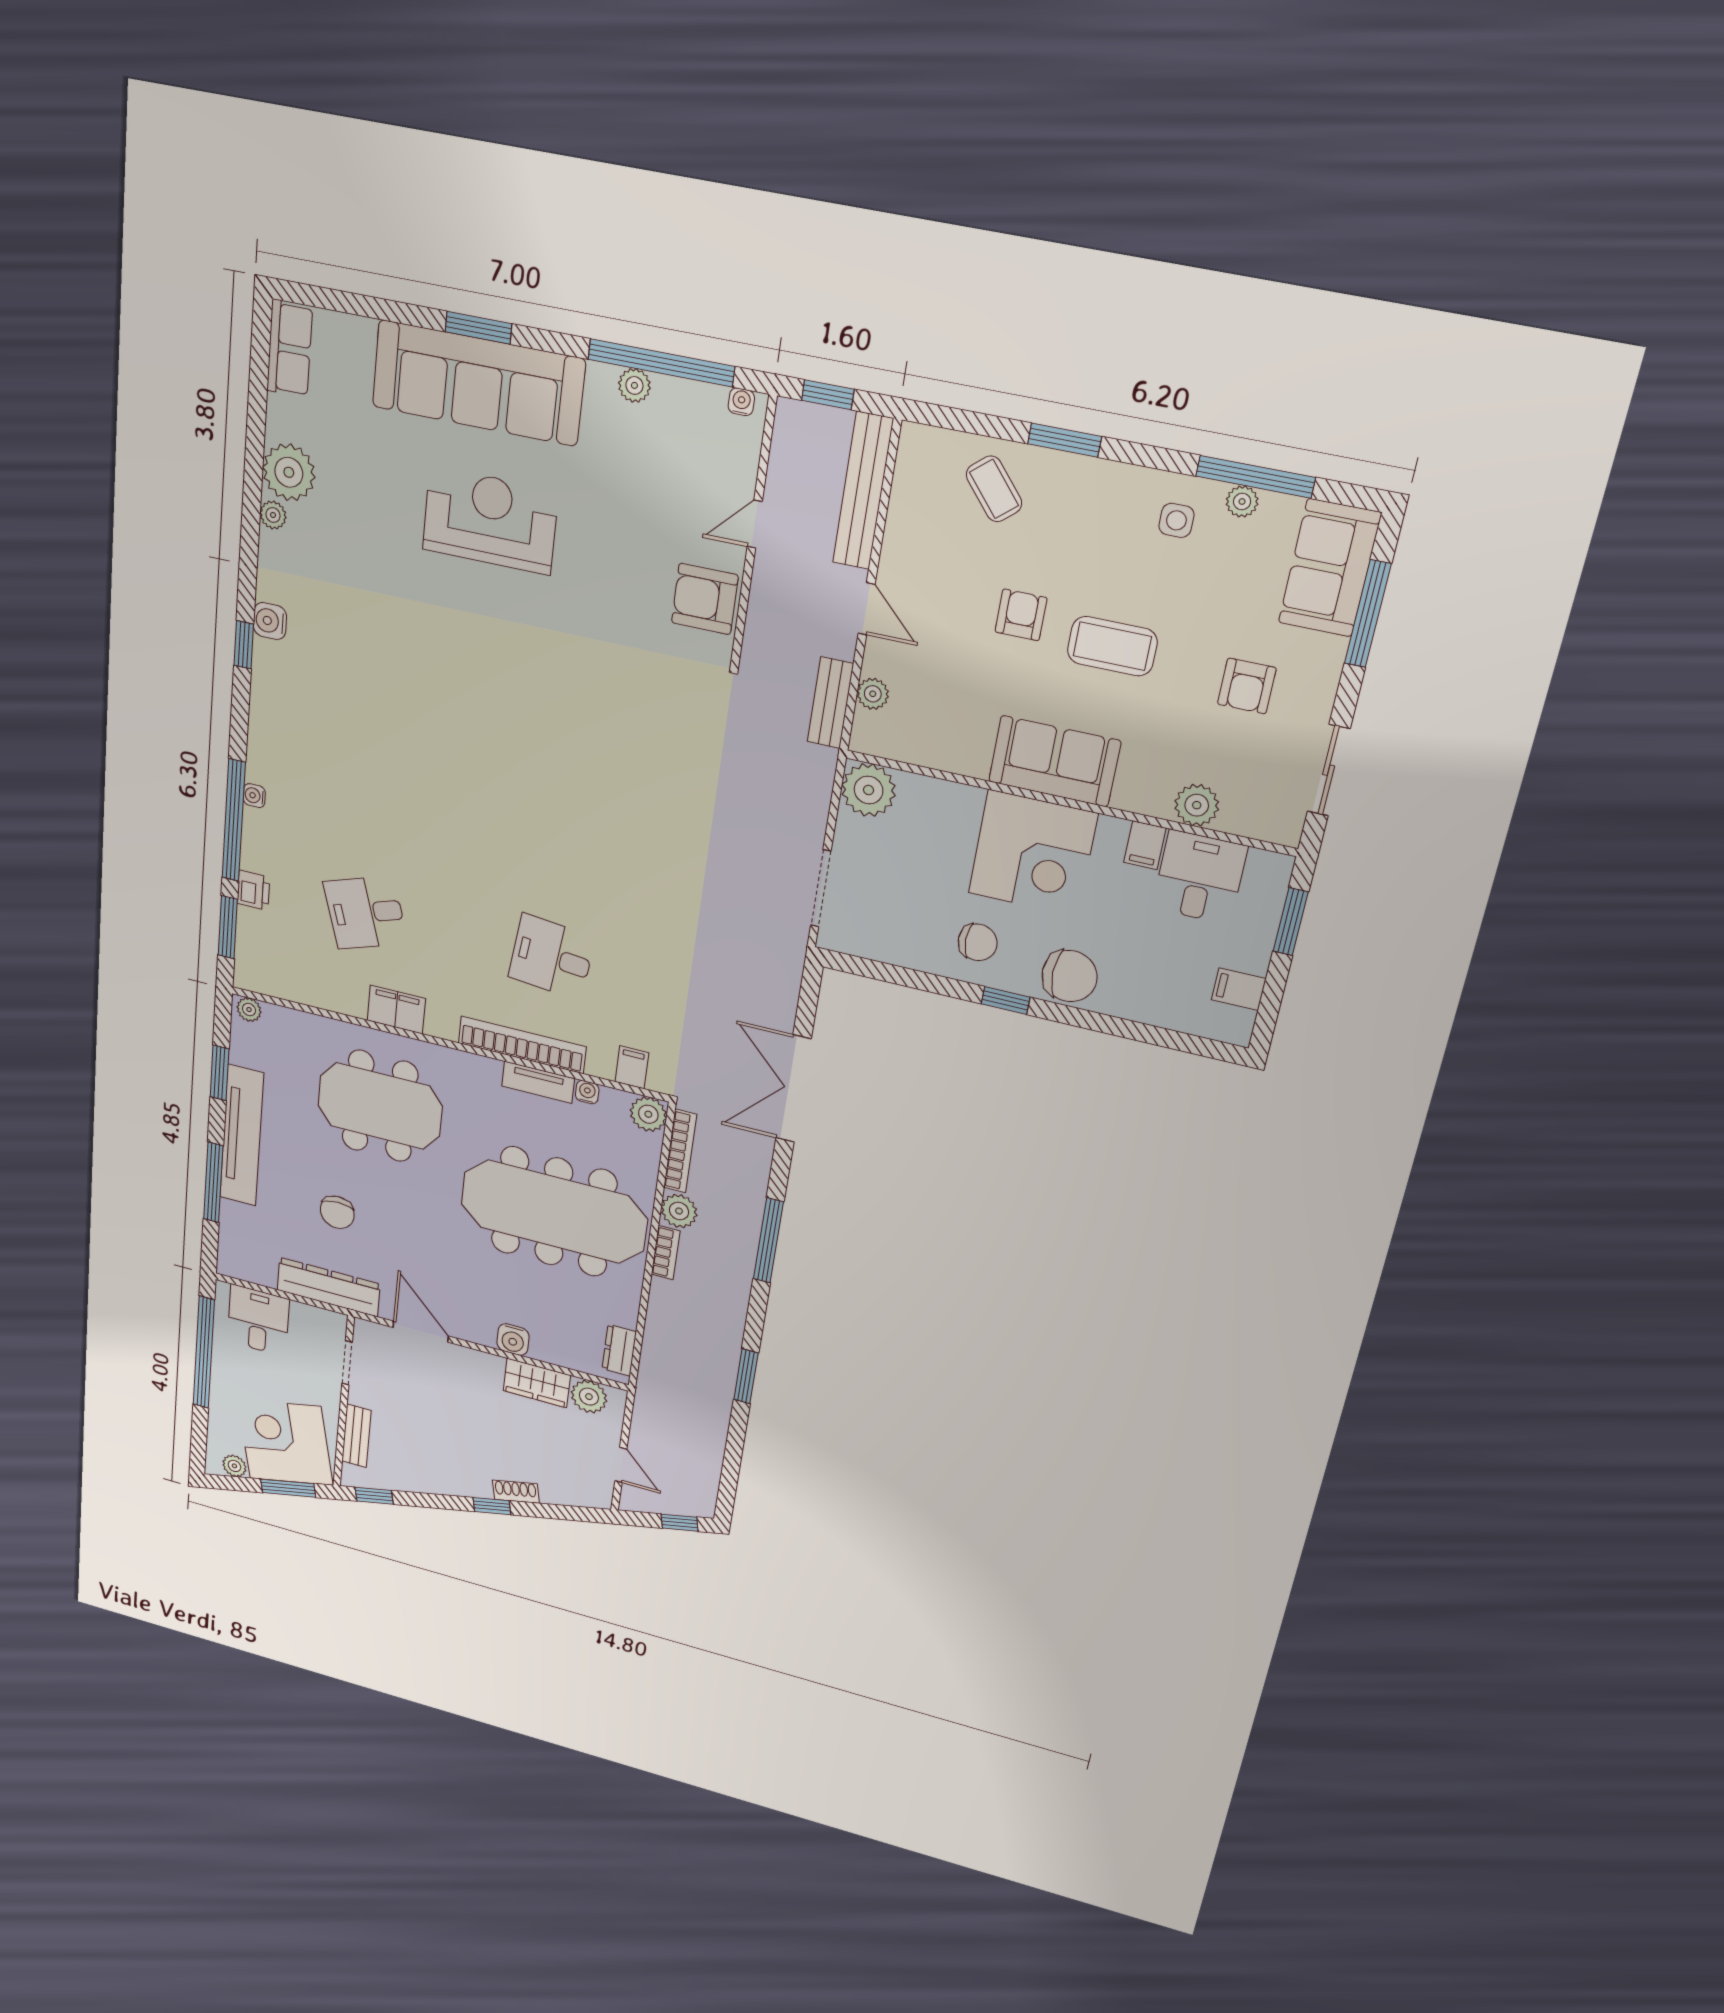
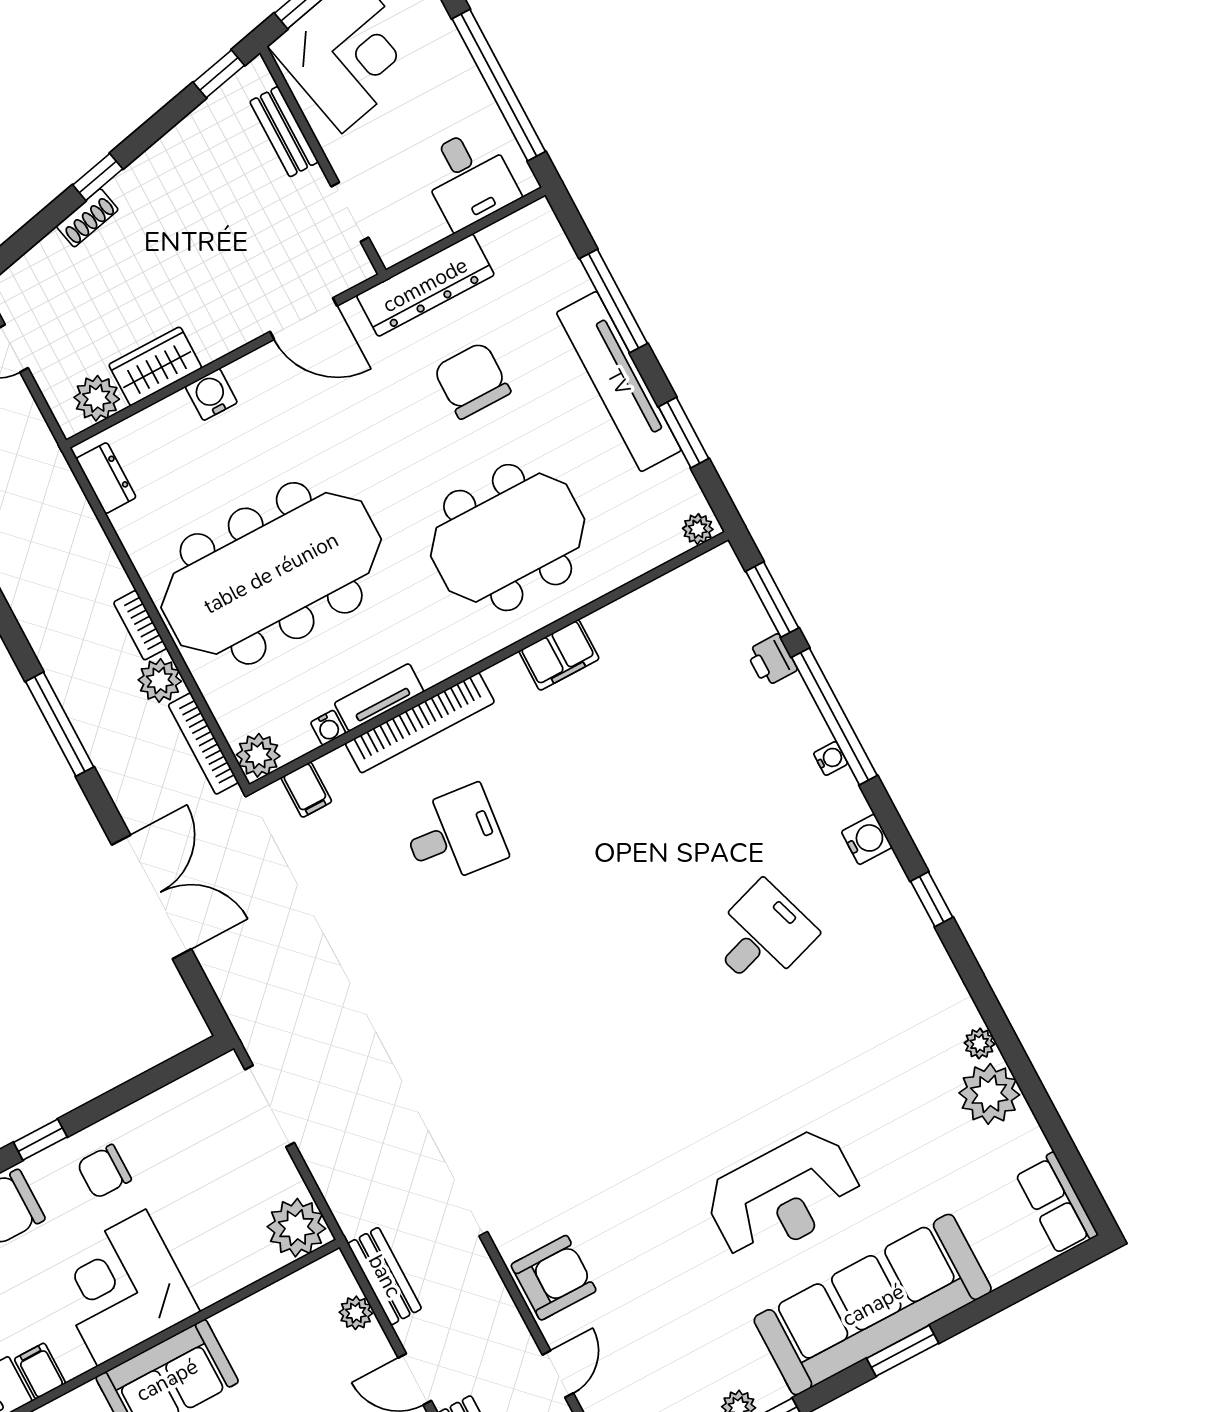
water cooler: (270, 621) -> (867, 839), moved
desk: (366, 913) -> (762, 936), moved
chair: (337, 1212) -> (472, 380), width x1.37, depth x1.37

